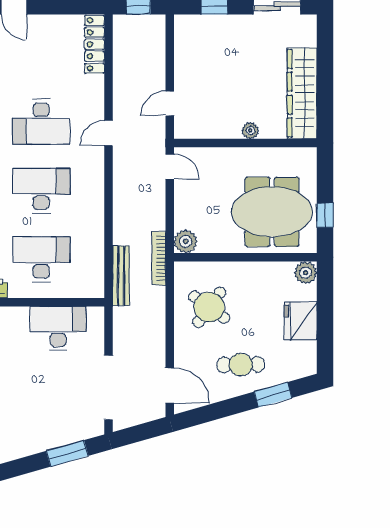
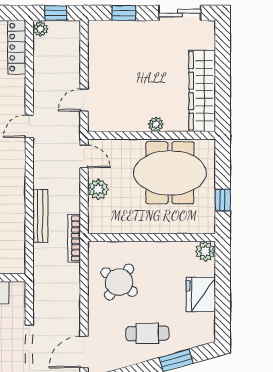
plant: (121, 24) -> (40, 29), added
meeting table: (272, 212) -> (170, 173), moved
plant: (186, 242) -> (98, 189), moved
bench: (121, 276) -> (40, 216), moved
door: (170, 385) -> (84, 352), swing flipped

